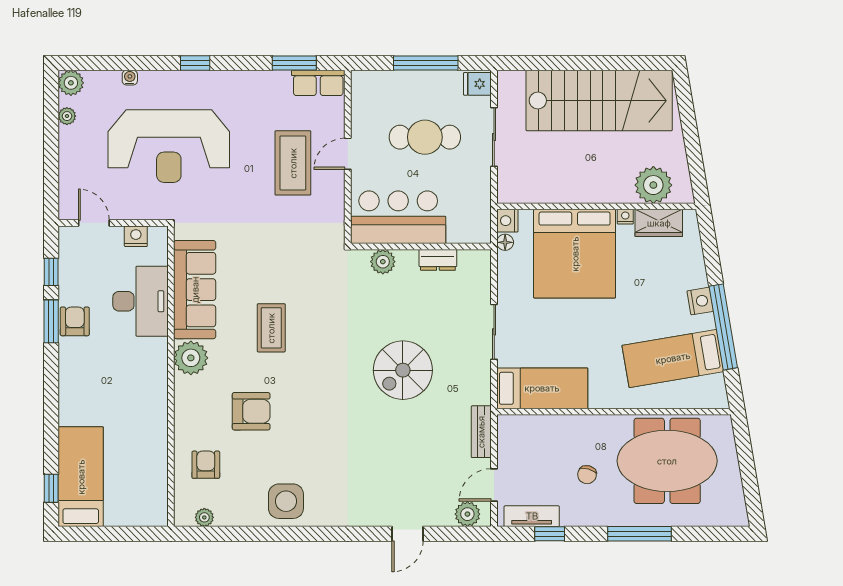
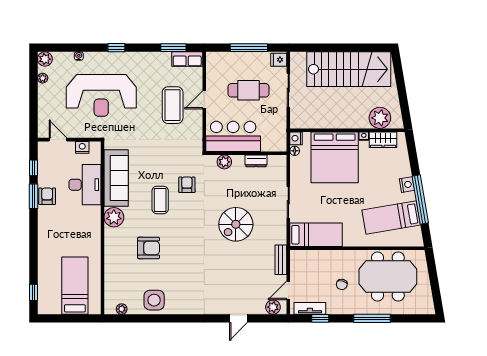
armchair: (206, 465) -> (187, 185), moved
bed: (81, 477) -> (75, 286), moved
side table: (286, 501) -> (154, 300), moved

